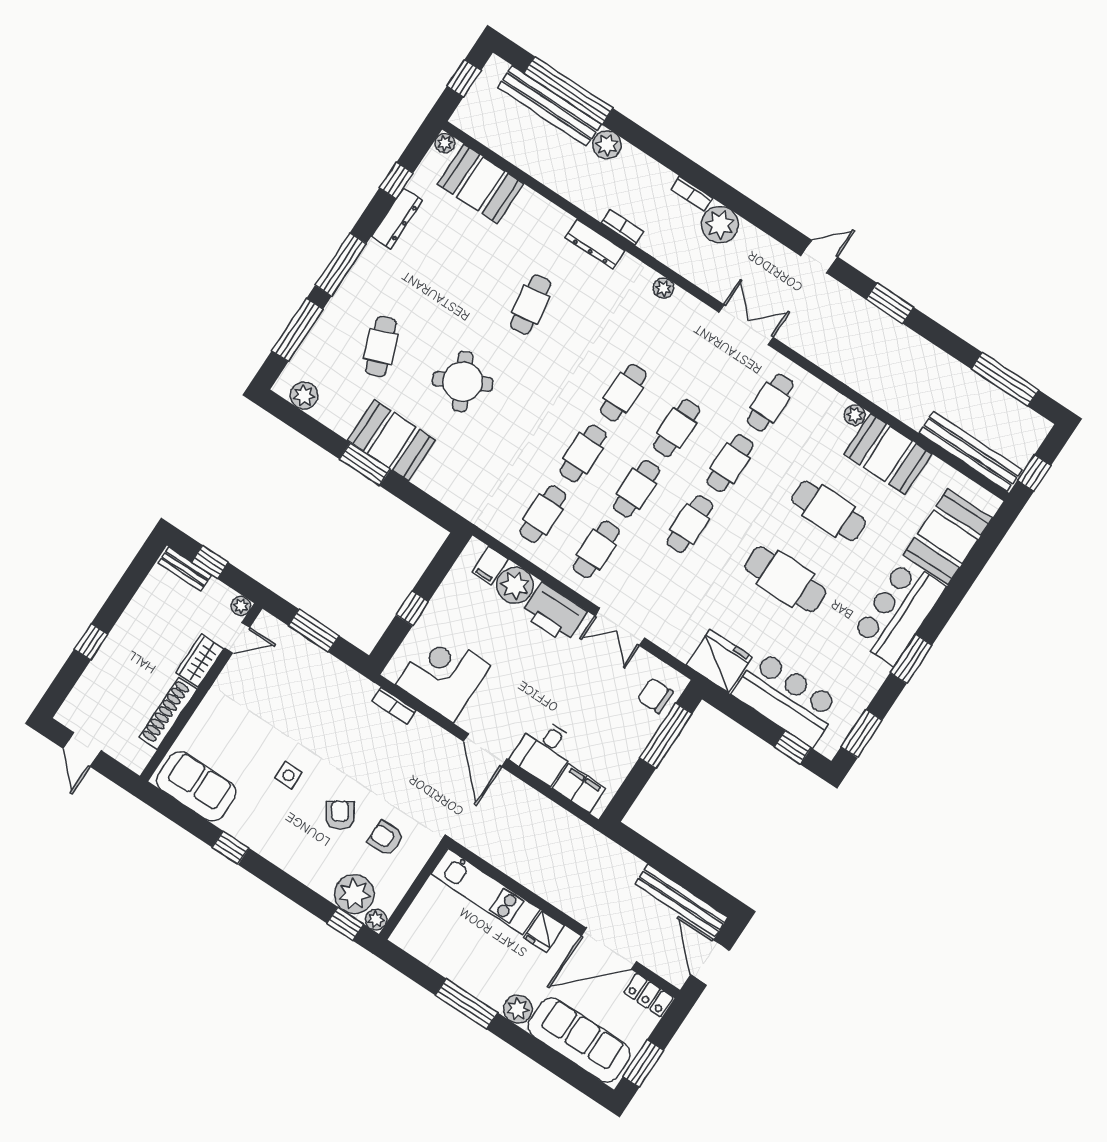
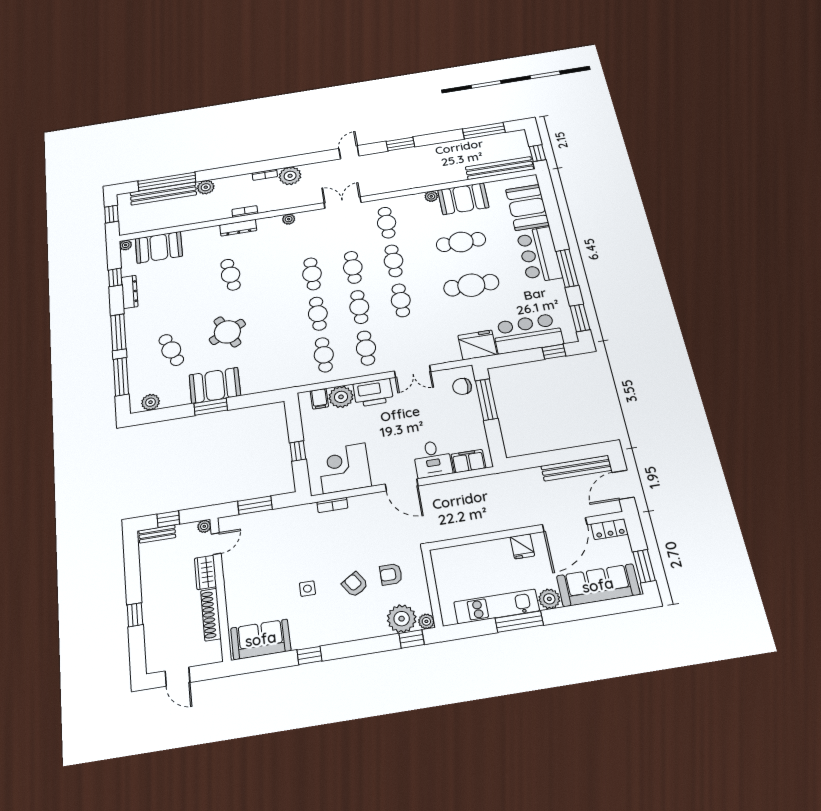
window: (911, 659) -> (567, 268), width x1.44
kitchen unit: (485, 892) -> (497, 606), moved, turned 180
door: (710, 962) -> (623, 485), hinge flipped

